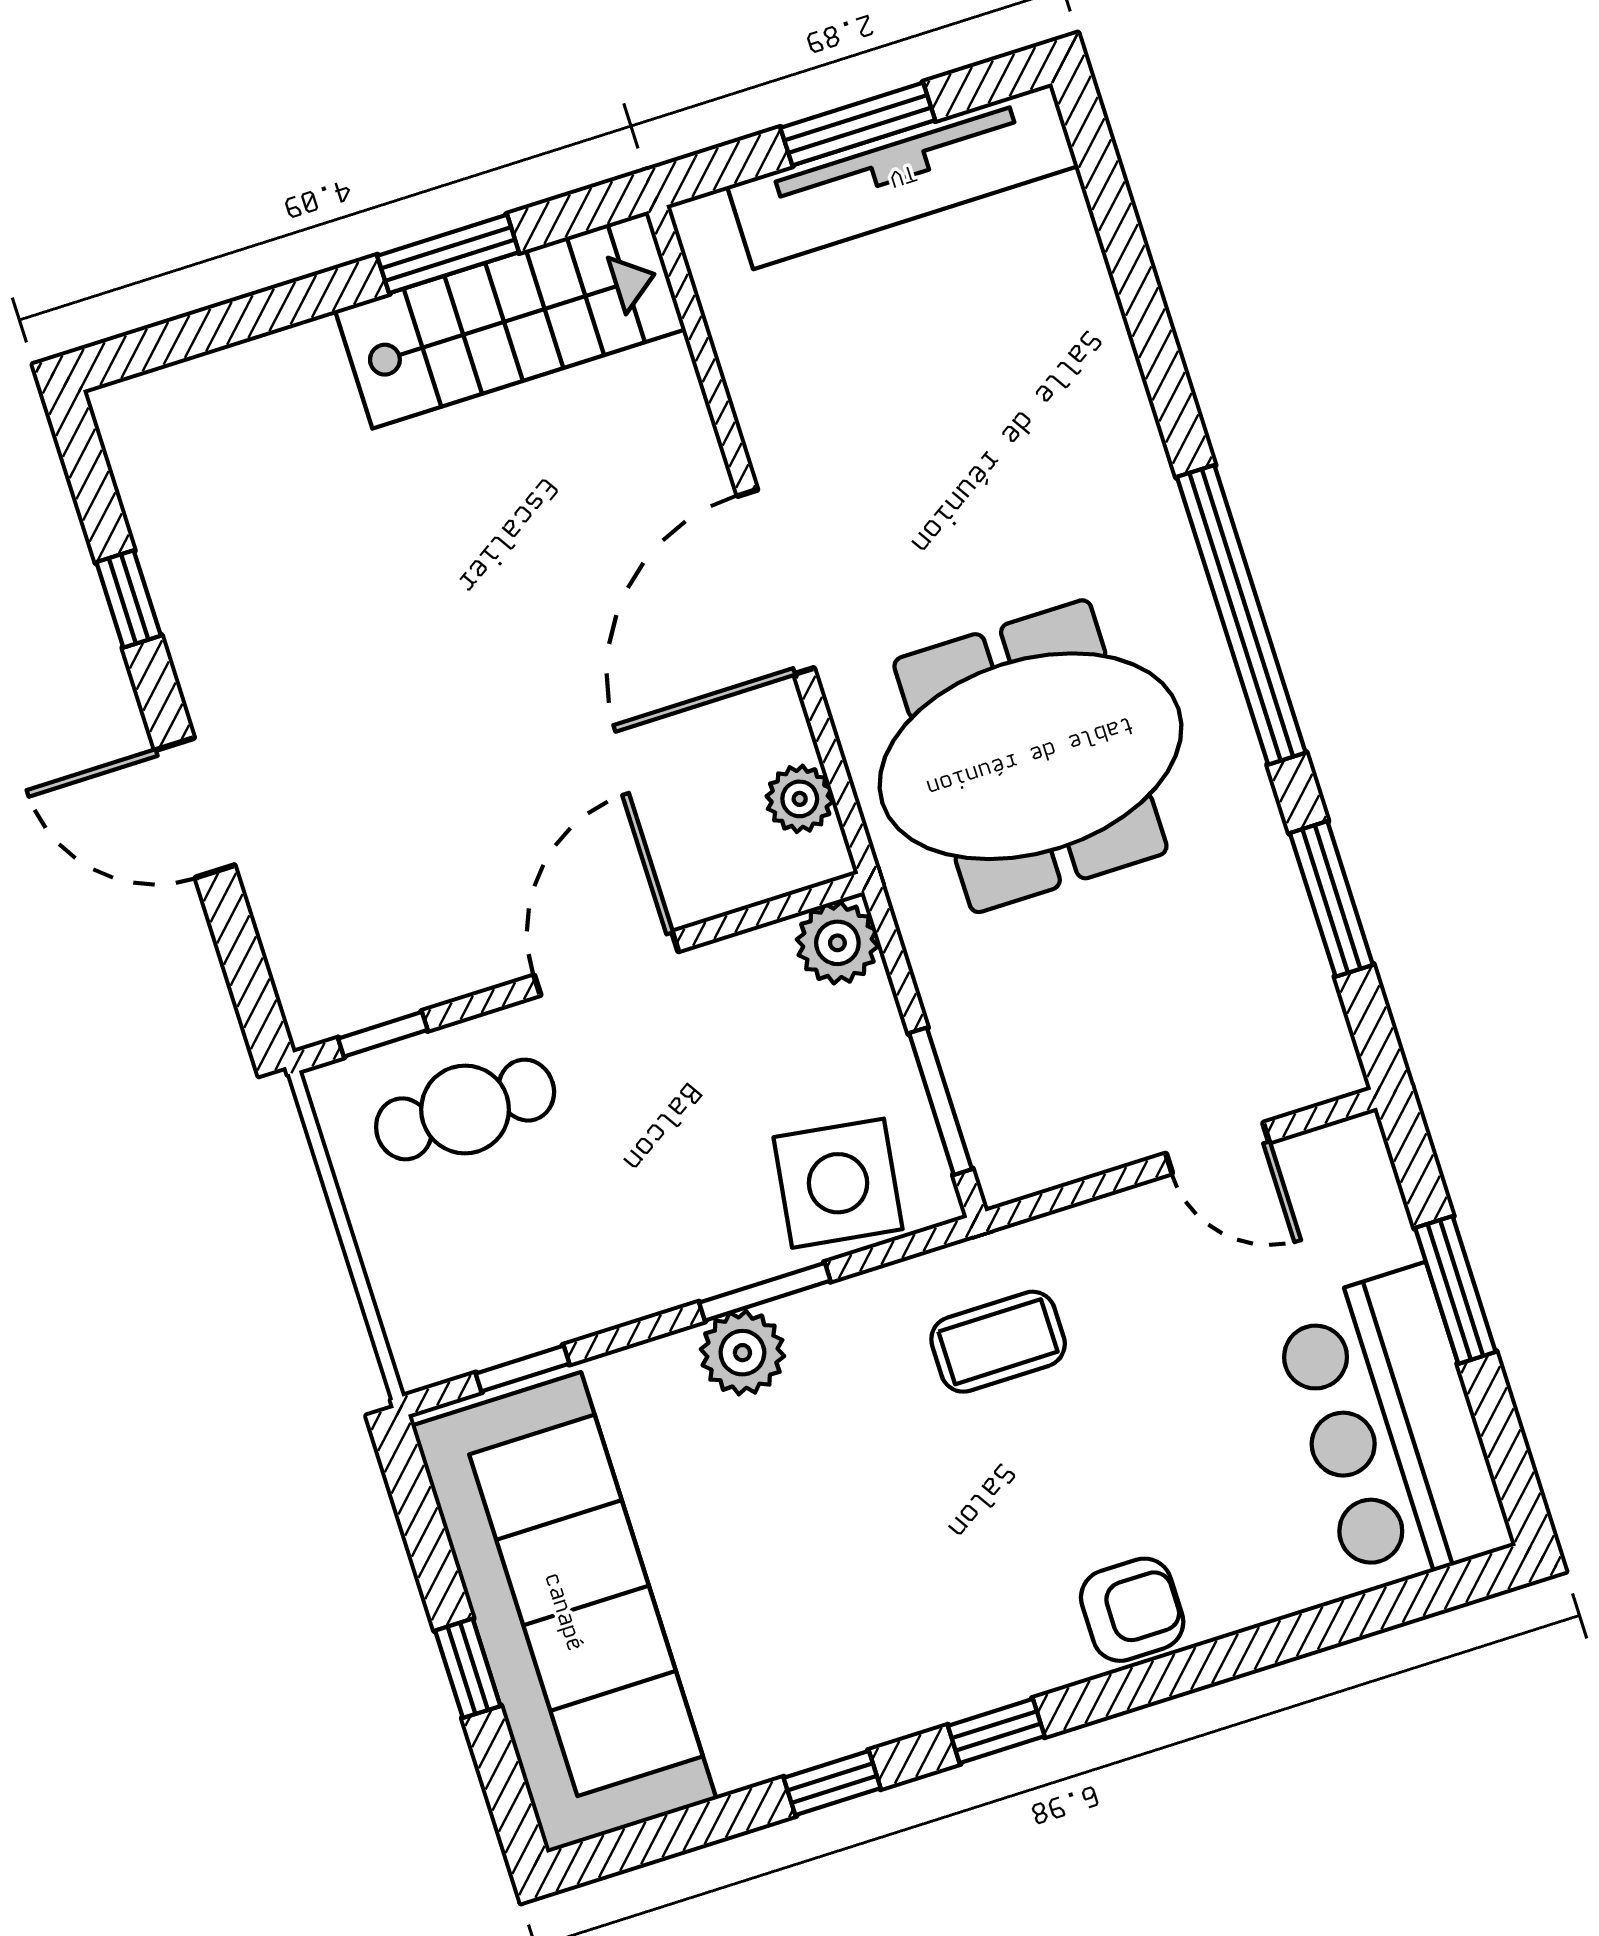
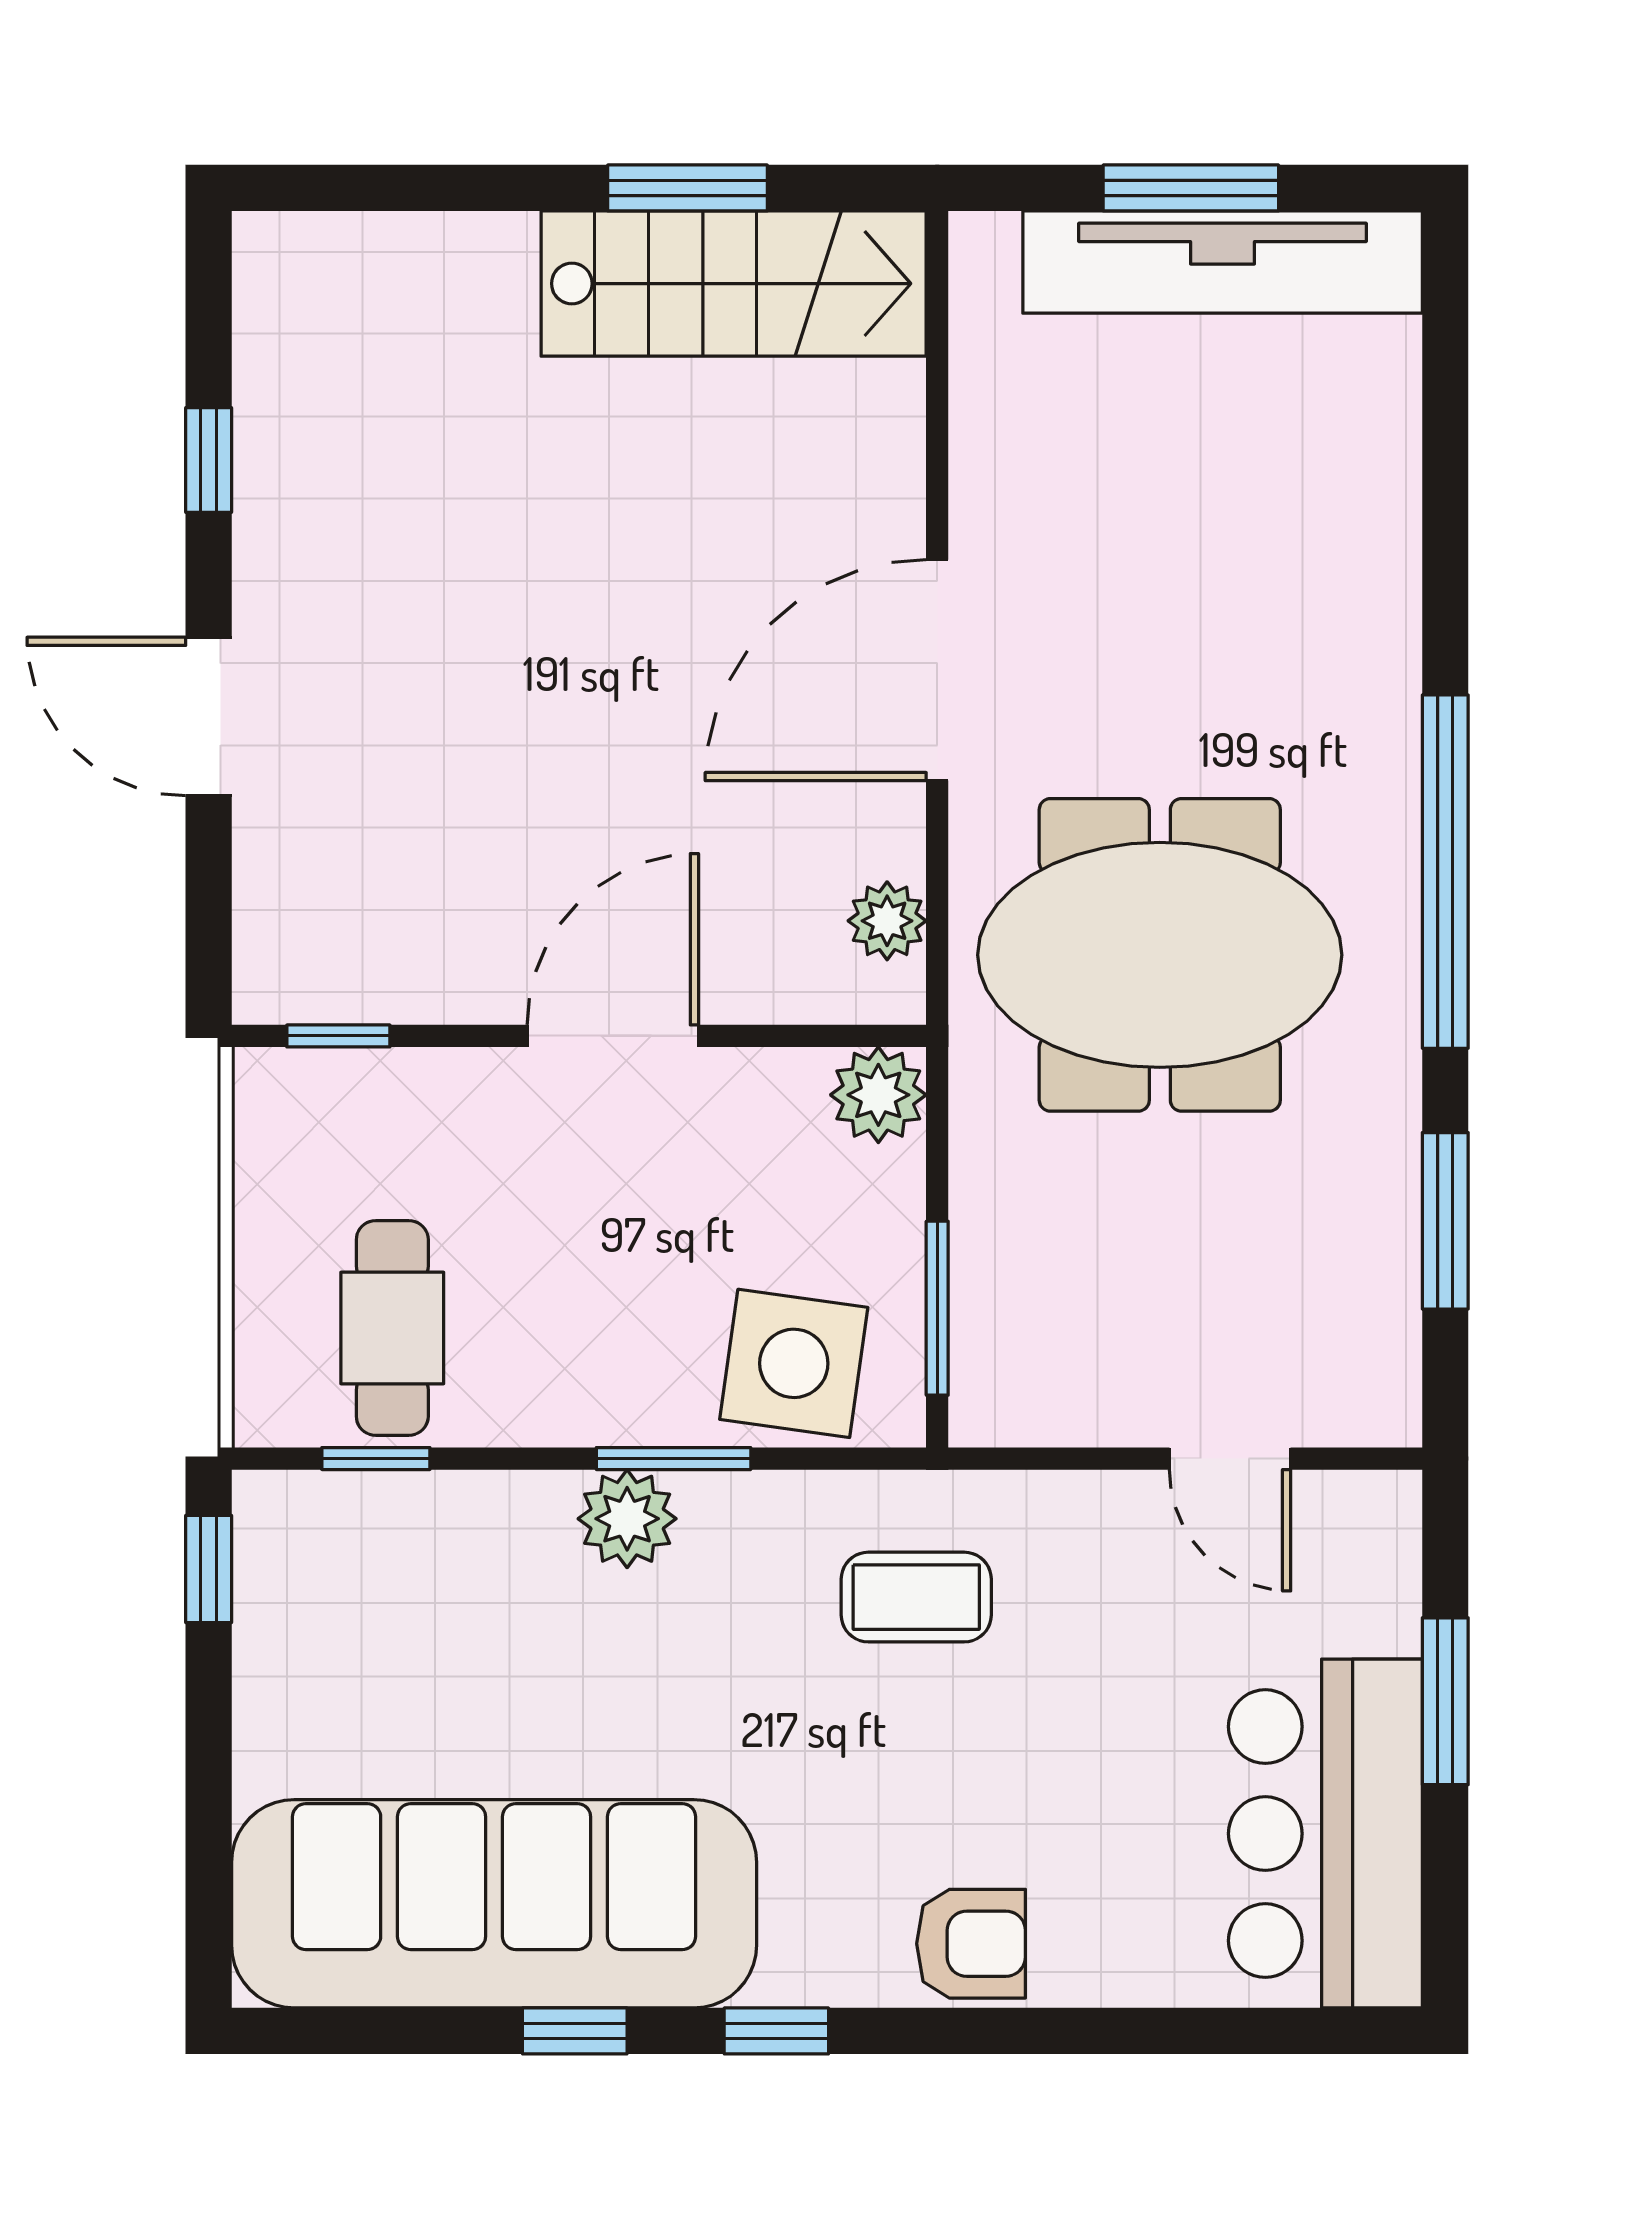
cafe table: (465, 1109) -> (392, 1328), moved, turned 90
sofa: (564, 1612) -> (494, 1904), moved, turned -90
window: (468, 1668) -> (209, 1569), moved

